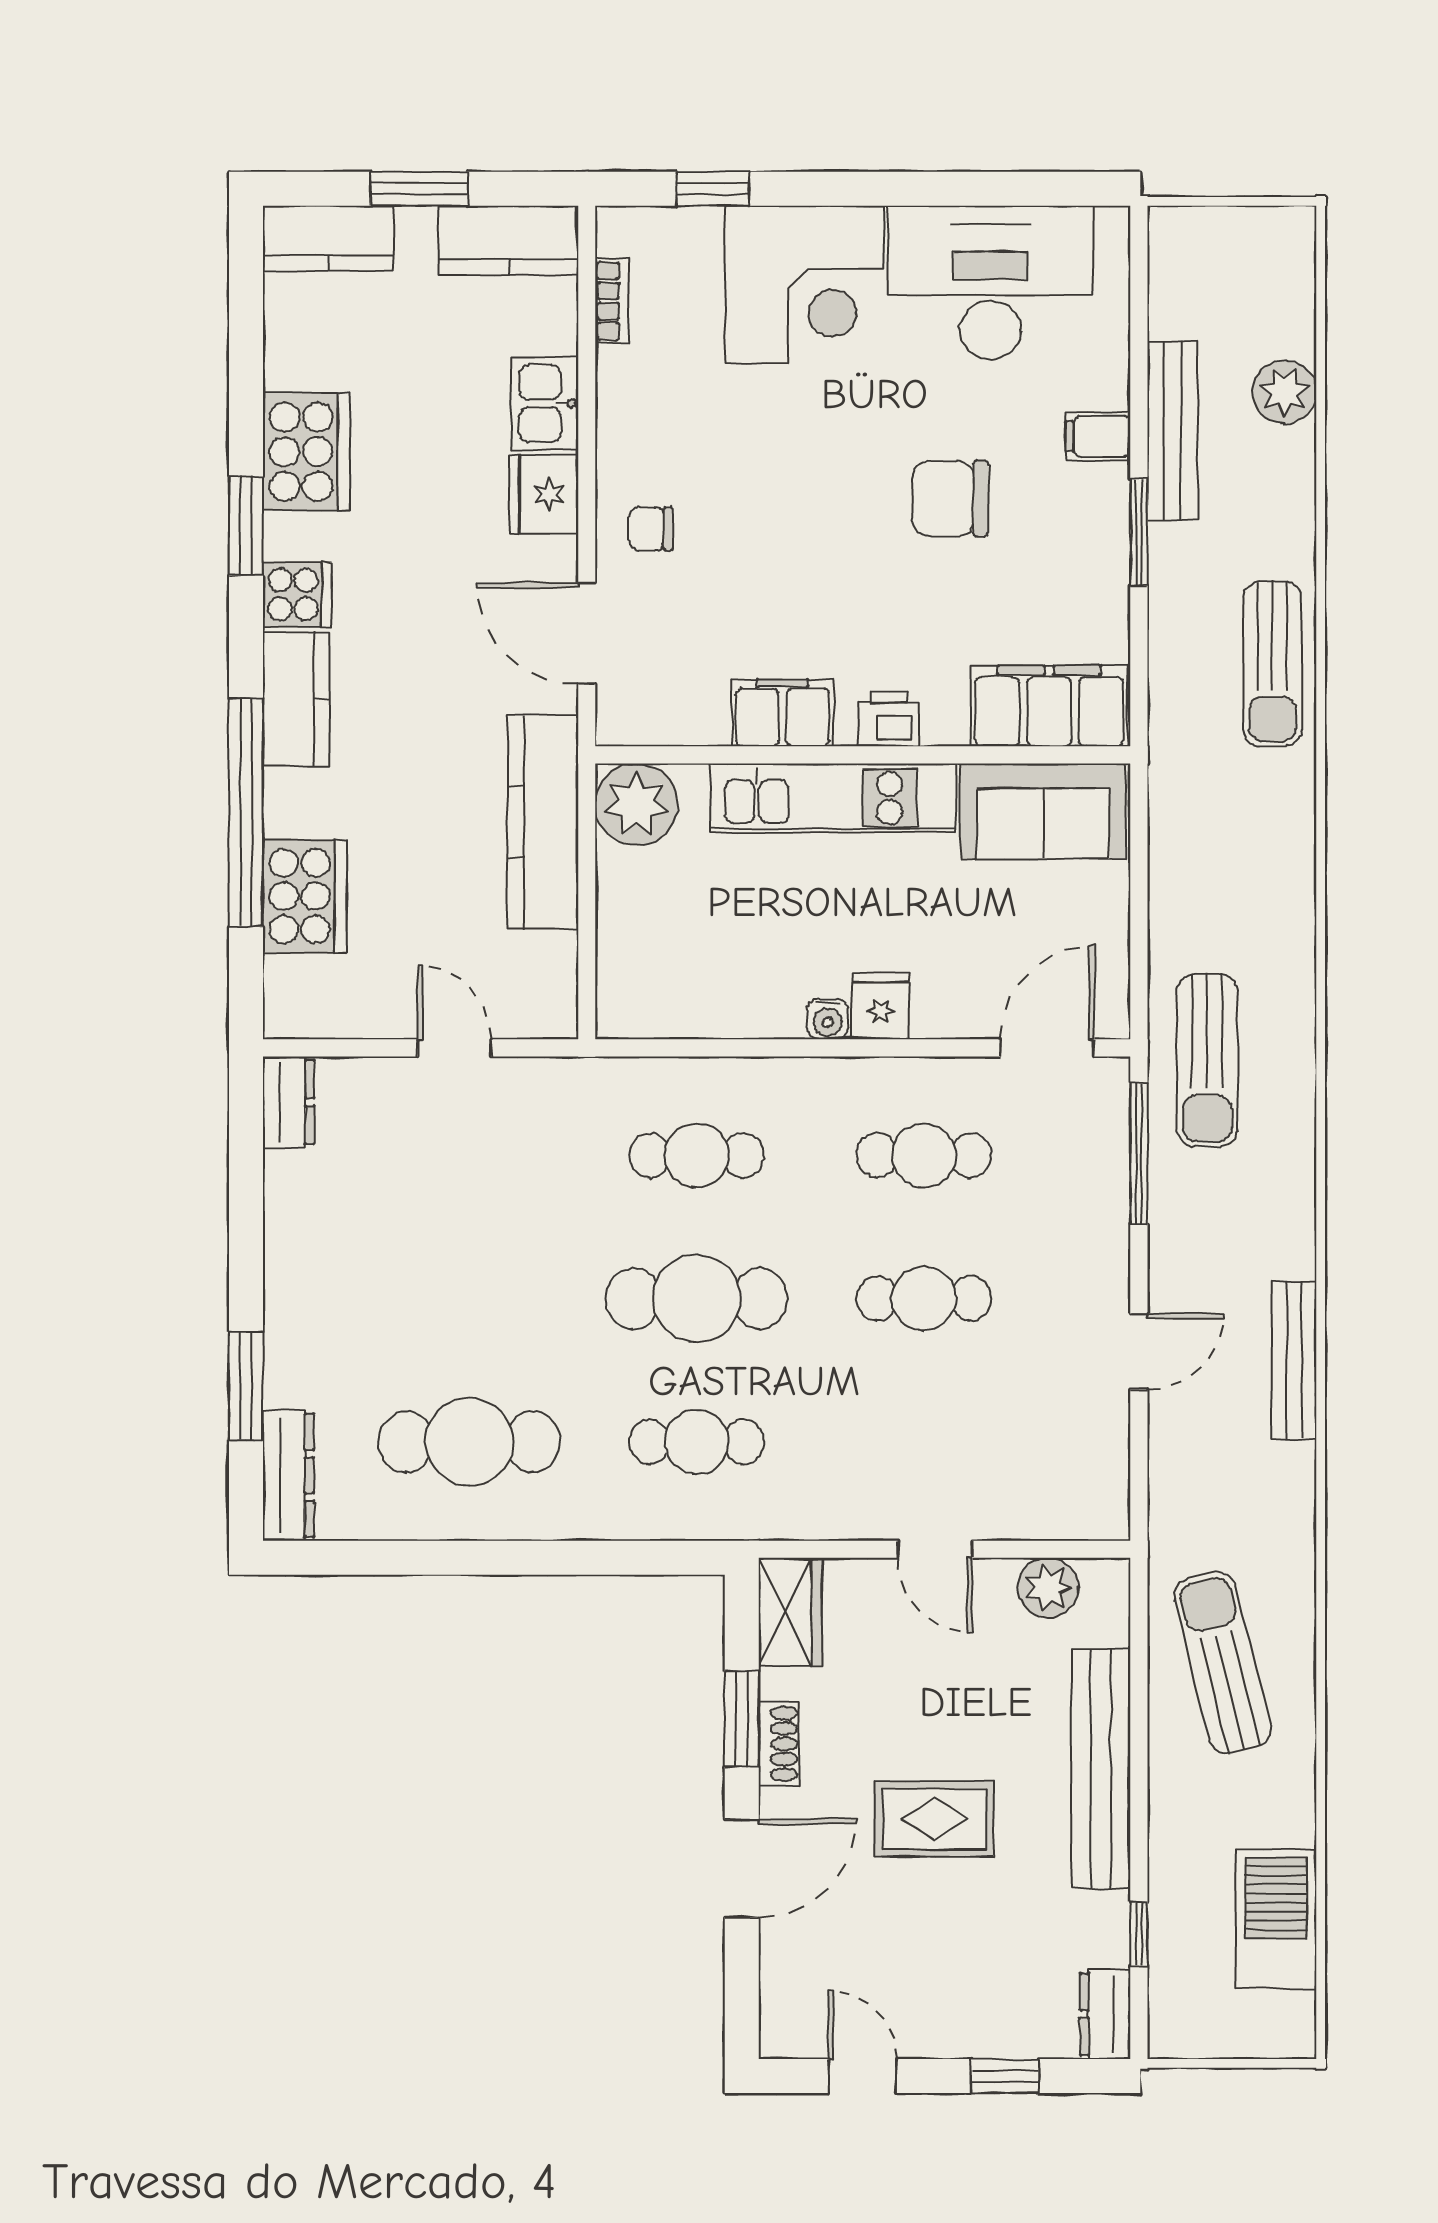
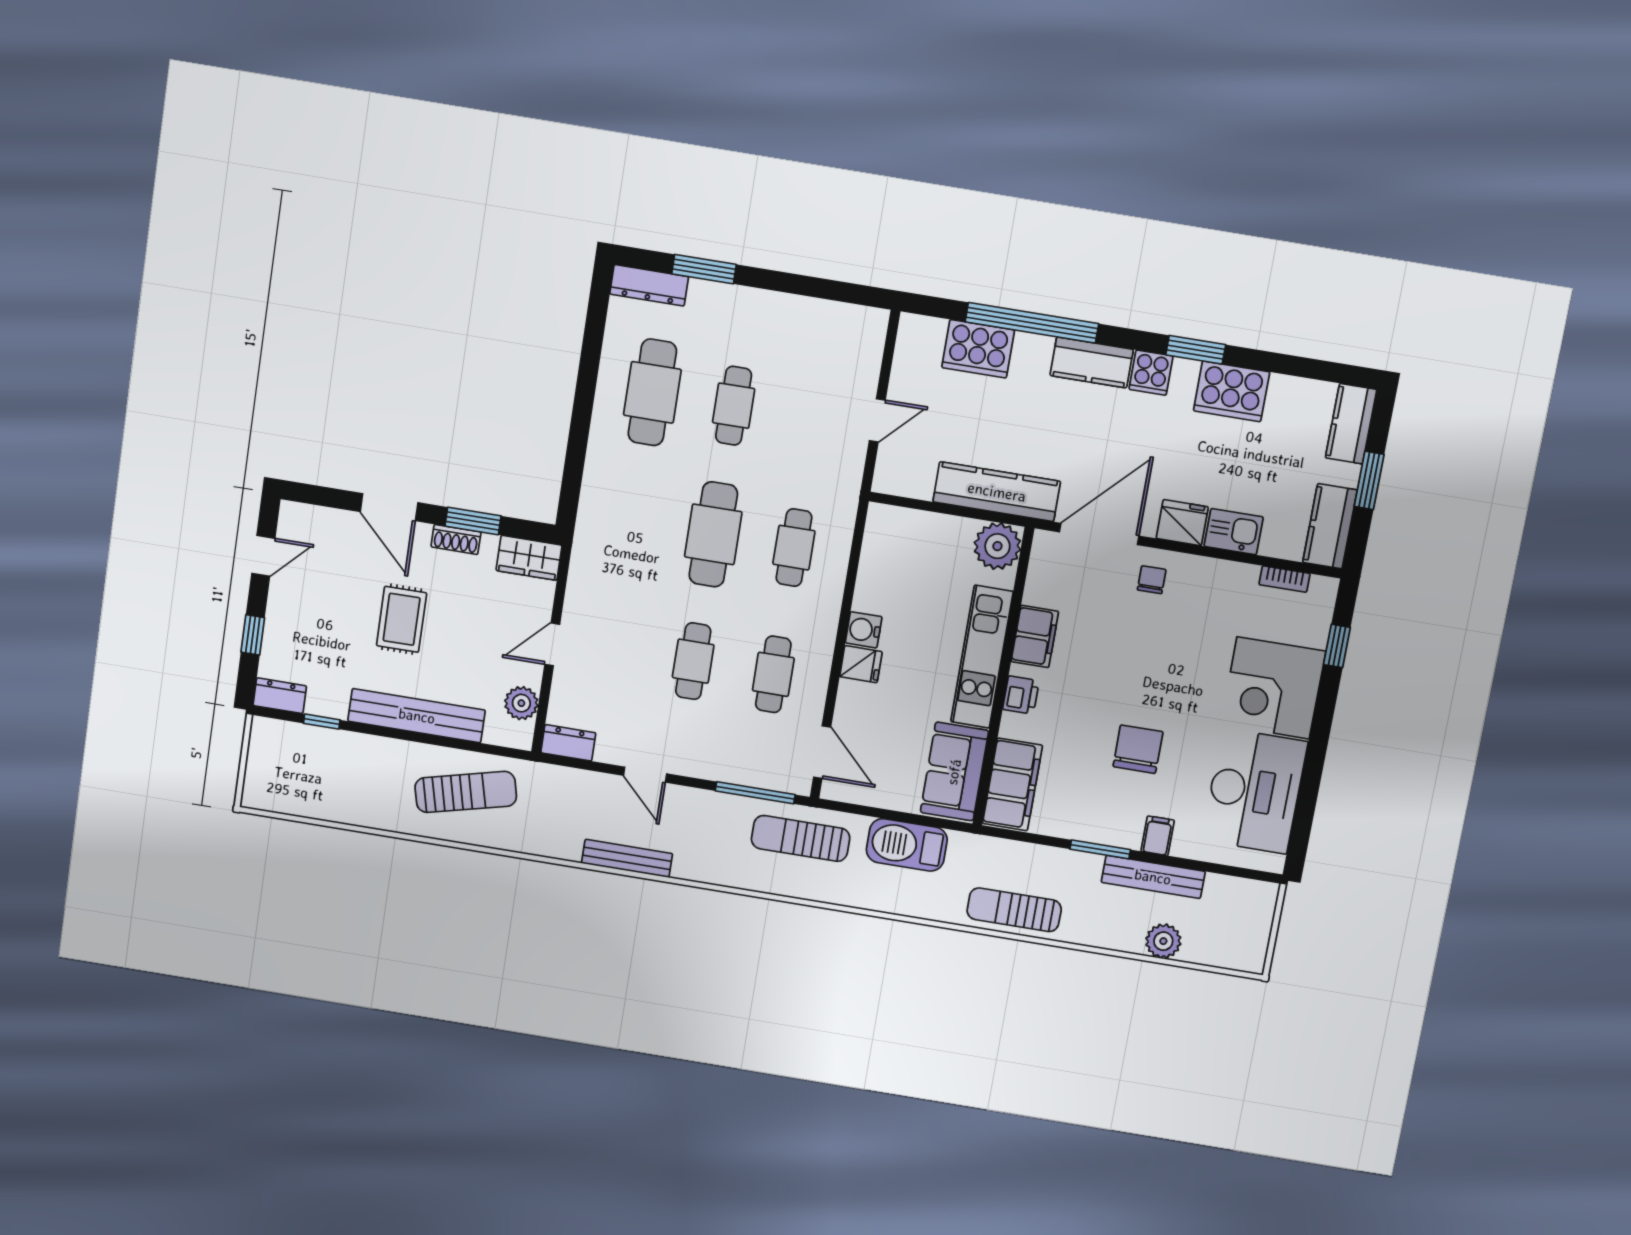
door: (587, 634) -> (1099, 534), width x1.36
water cooler: (828, 1019) -> (864, 630), width x1.38, depth x1.38
dresser: (289, 1102) -> (568, 743), moved, turned 180
cafe table: (697, 1442) -> (734, 406), moved
barbecue: (1276, 1919) -> (907, 845), moved, turned 180

